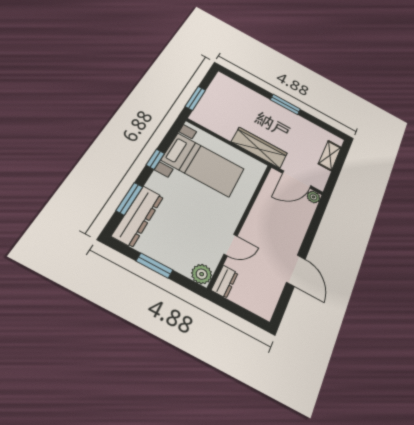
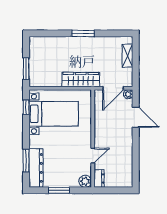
window: (155, 159) -> (26, 107), moved
door: (296, 271) -> (136, 117), moved

